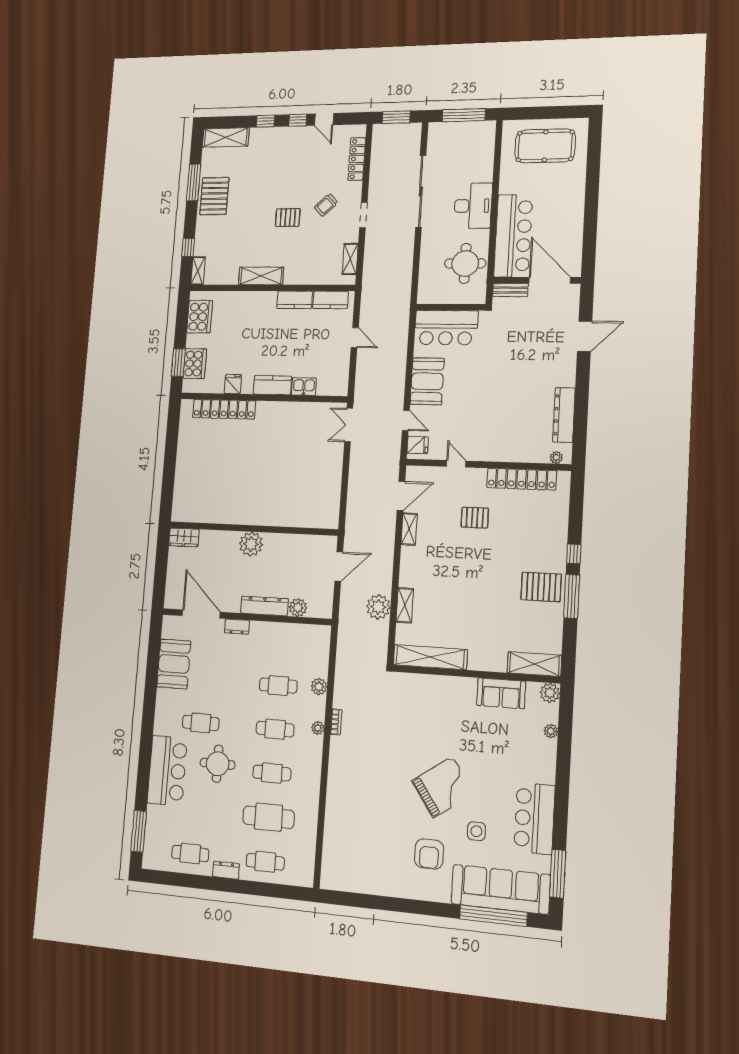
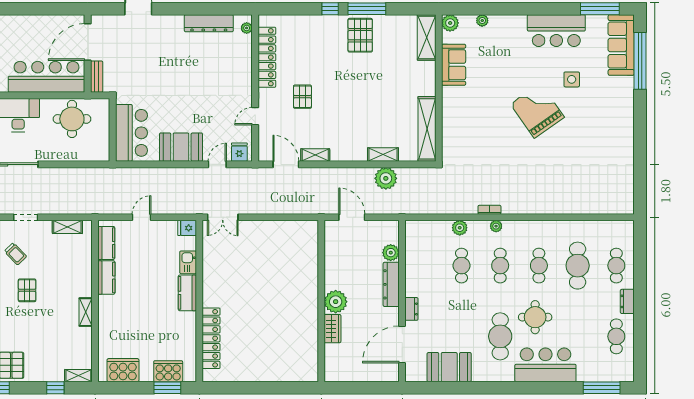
shelving: (261, 276) -> (86, 312), width x0.67, depth x0.75
fridge: (233, 384) -> (187, 228), moved
wardrobe: (184, 537) -> (332, 329), moved
cafe table: (201, 723) -> (500, 336), width x1.37, depth x1.35
armchair: (429, 854) -> (595, 119), removed
sofa: (501, 889) -> (621, 45), width x0.74, depth x0.79

